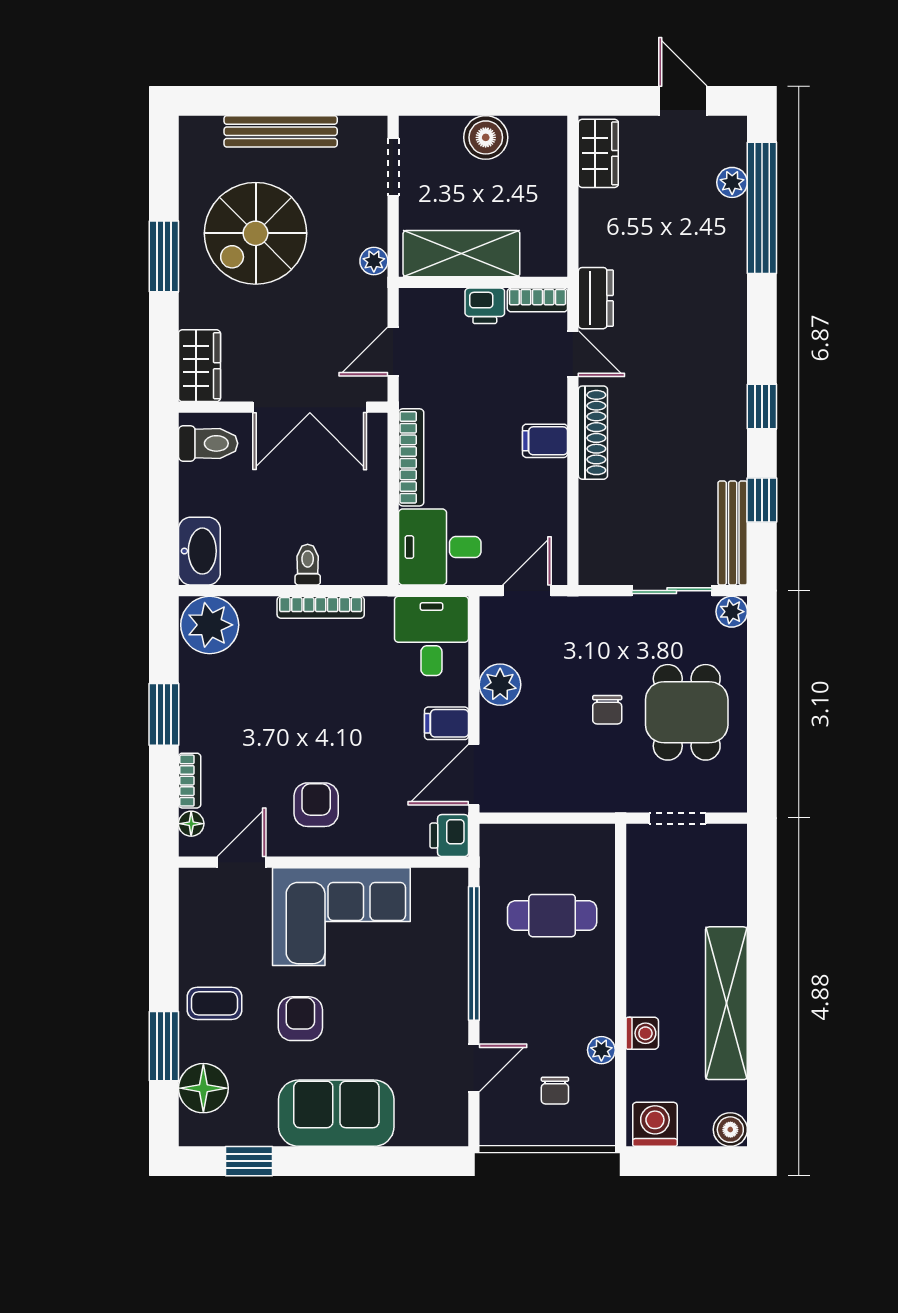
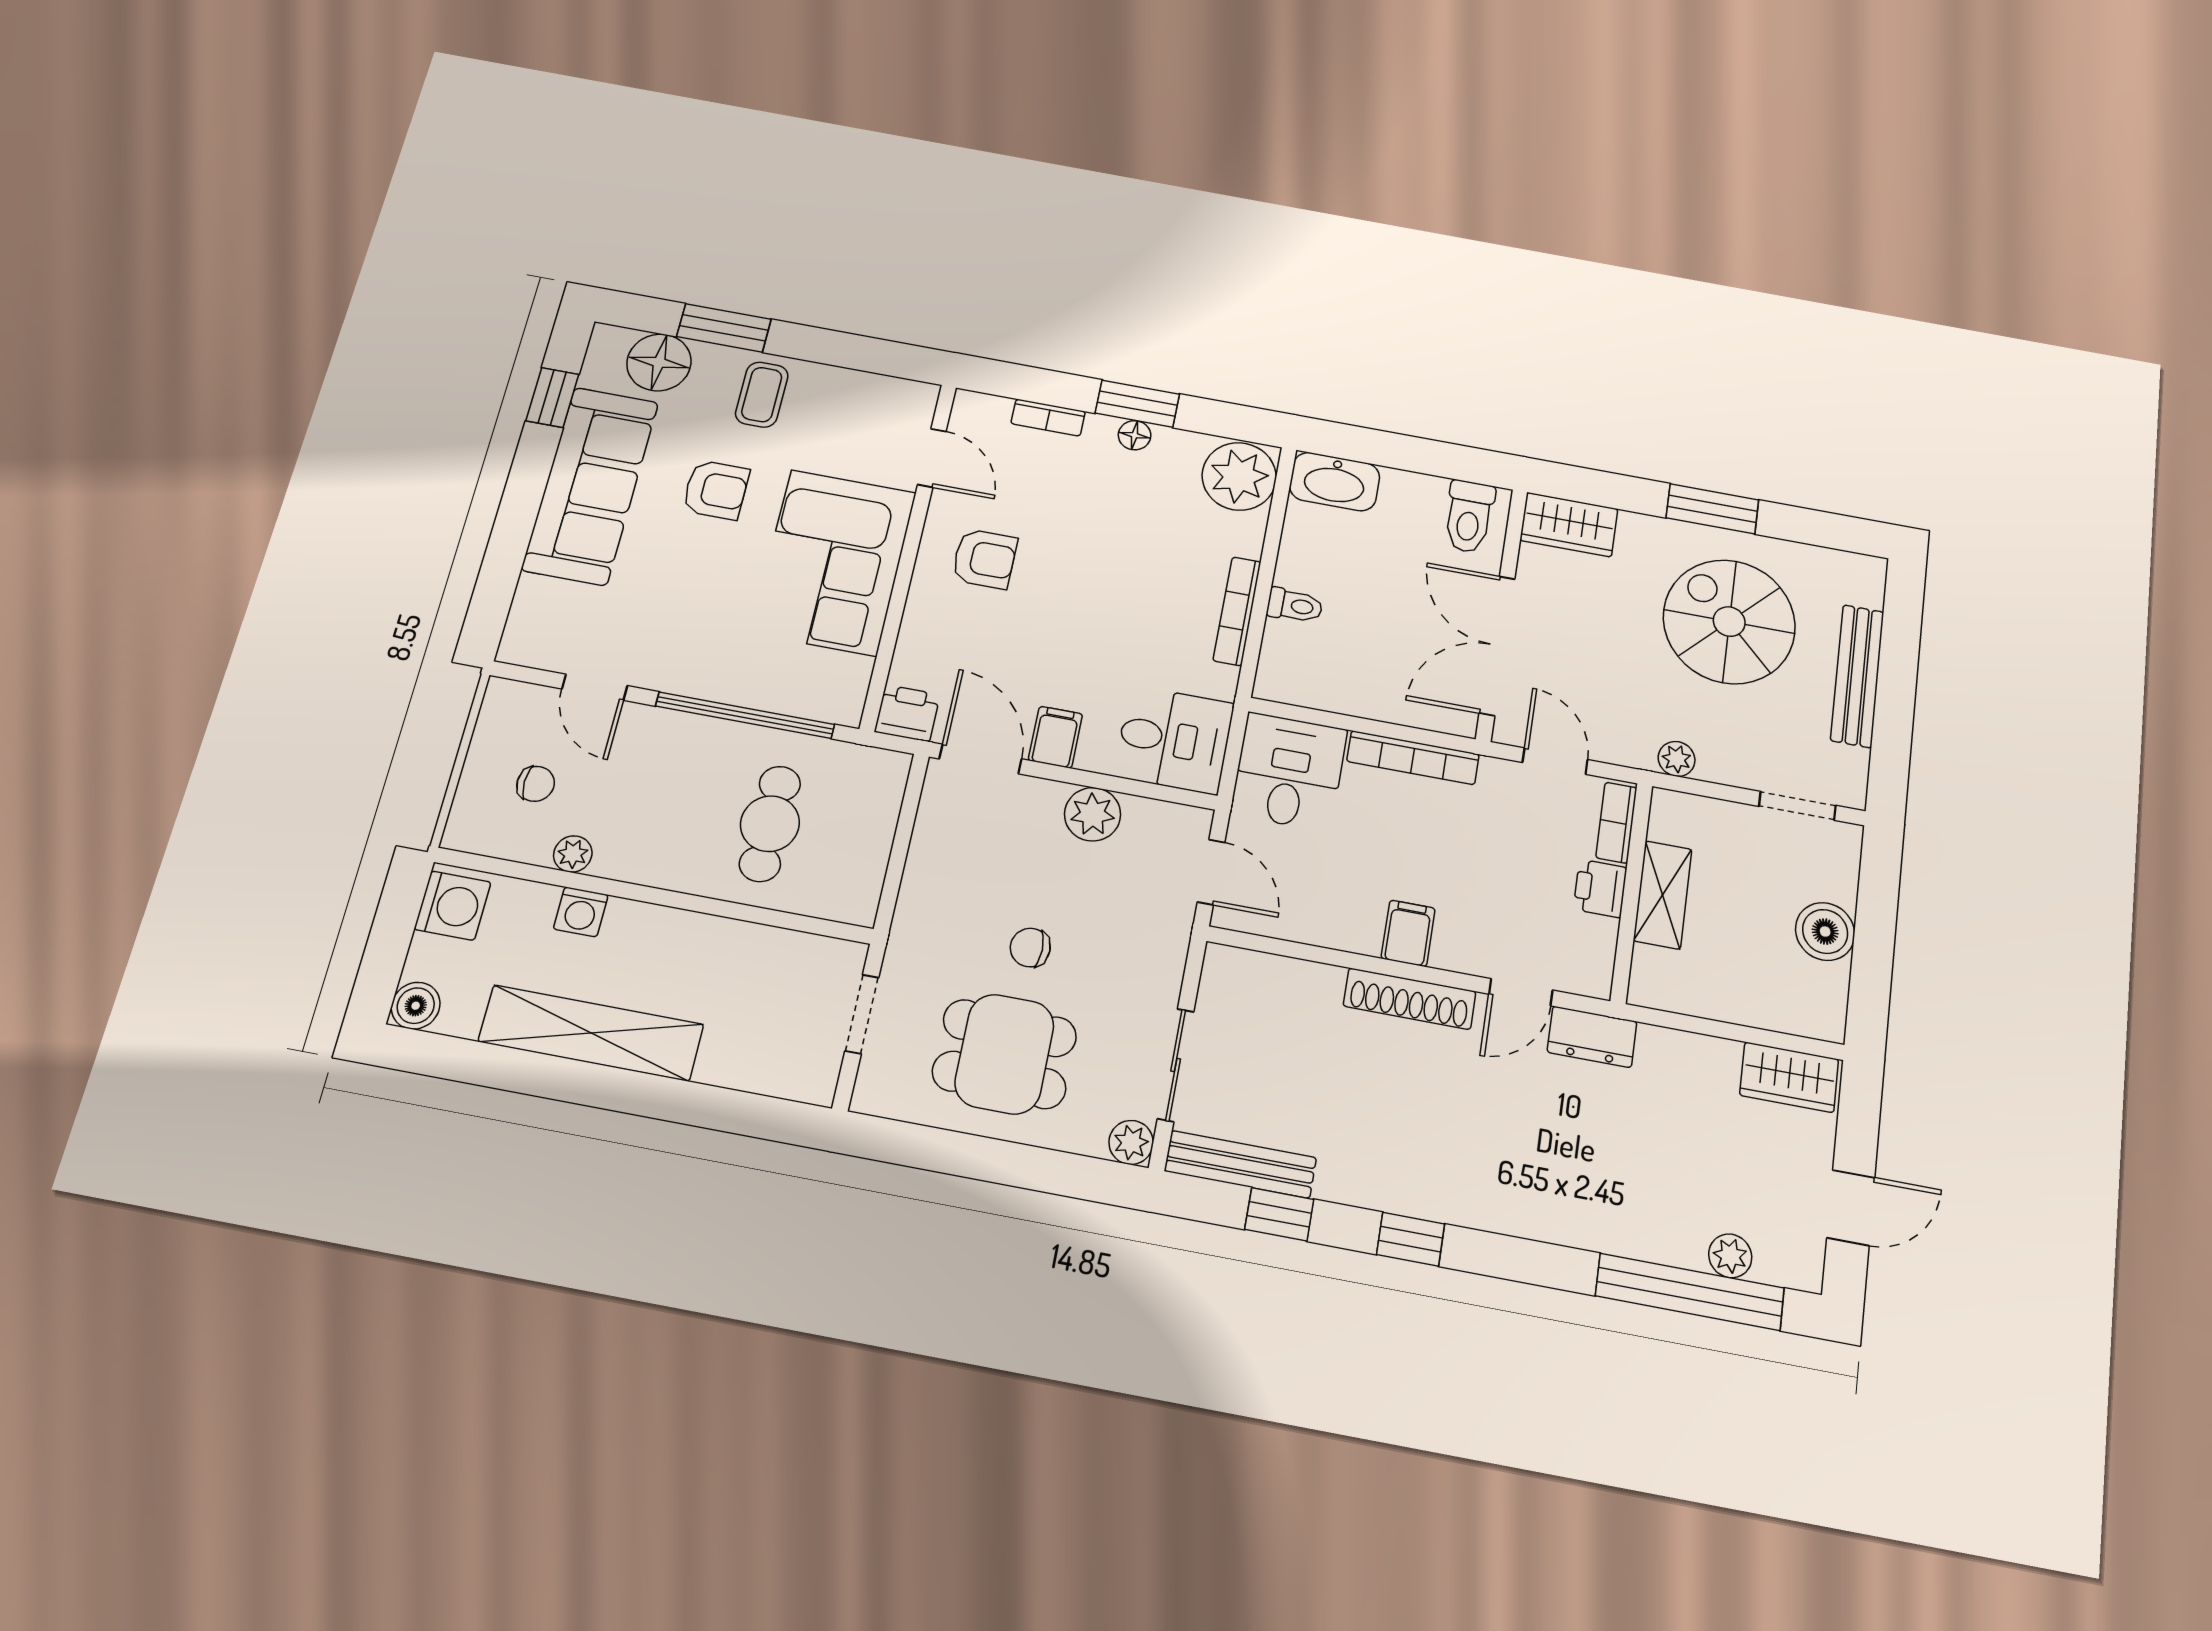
shelving: (461, 254) -> (1663, 895), width x0.67, depth x0.75
bookcase: (537, 300) -> (1616, 823), moved
floor lamp: (191, 824) -> (1135, 435), moved
chair: (555, 1091) -> (536, 784), turned 180
sofa: (336, 1113) -> (590, 486), width x1.36

